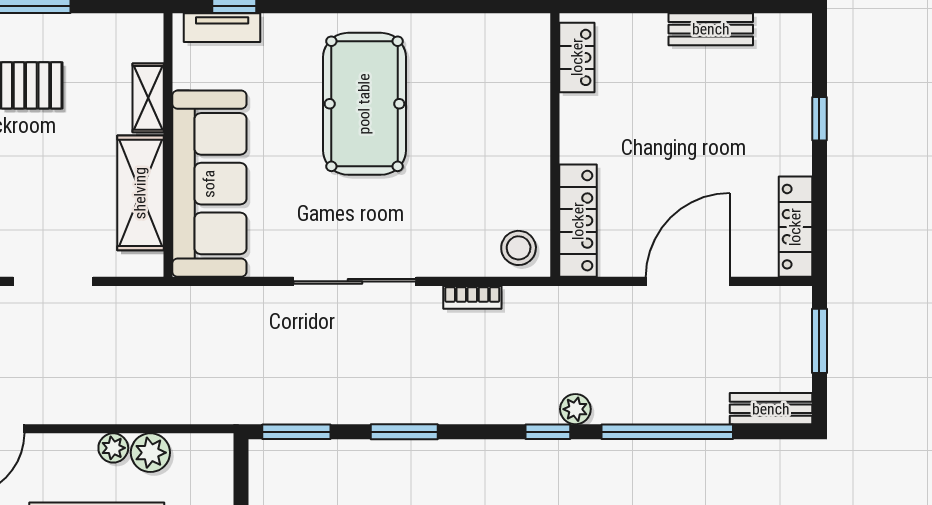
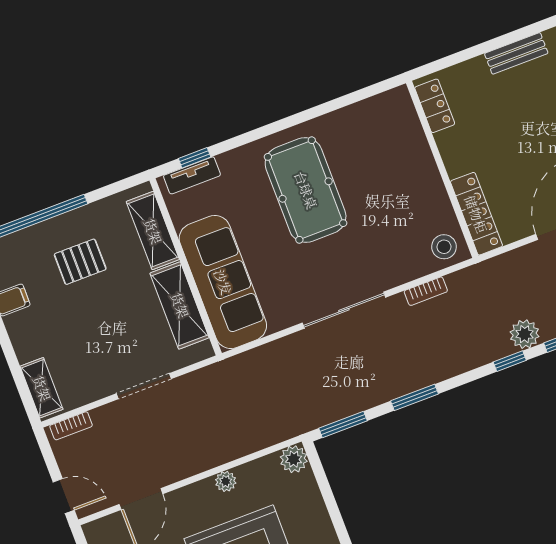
shelving: (148, 98) -> (153, 231), width x1.50, depth x1.33
plant: (575, 409) -> (525, 334), width x1.38, depth x1.38
plant: (150, 453) -> (294, 459), moved

